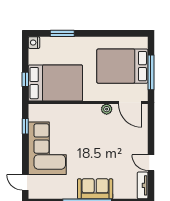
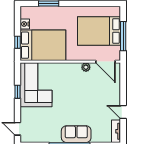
nightstand: (34, 43) -> (25, 24), moved
window: (25, 126) -> (18, 92), moved
corner sofa: (47, 148) -> (36, 85), moved

